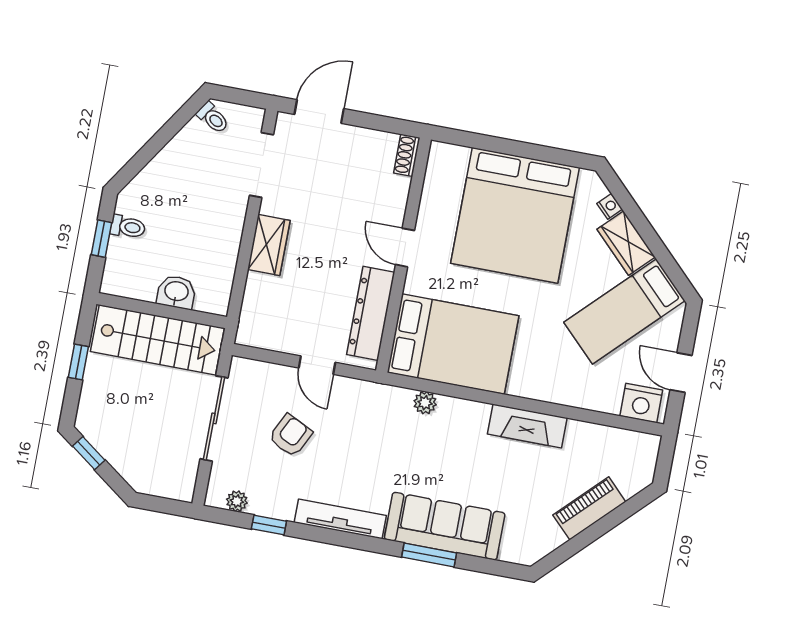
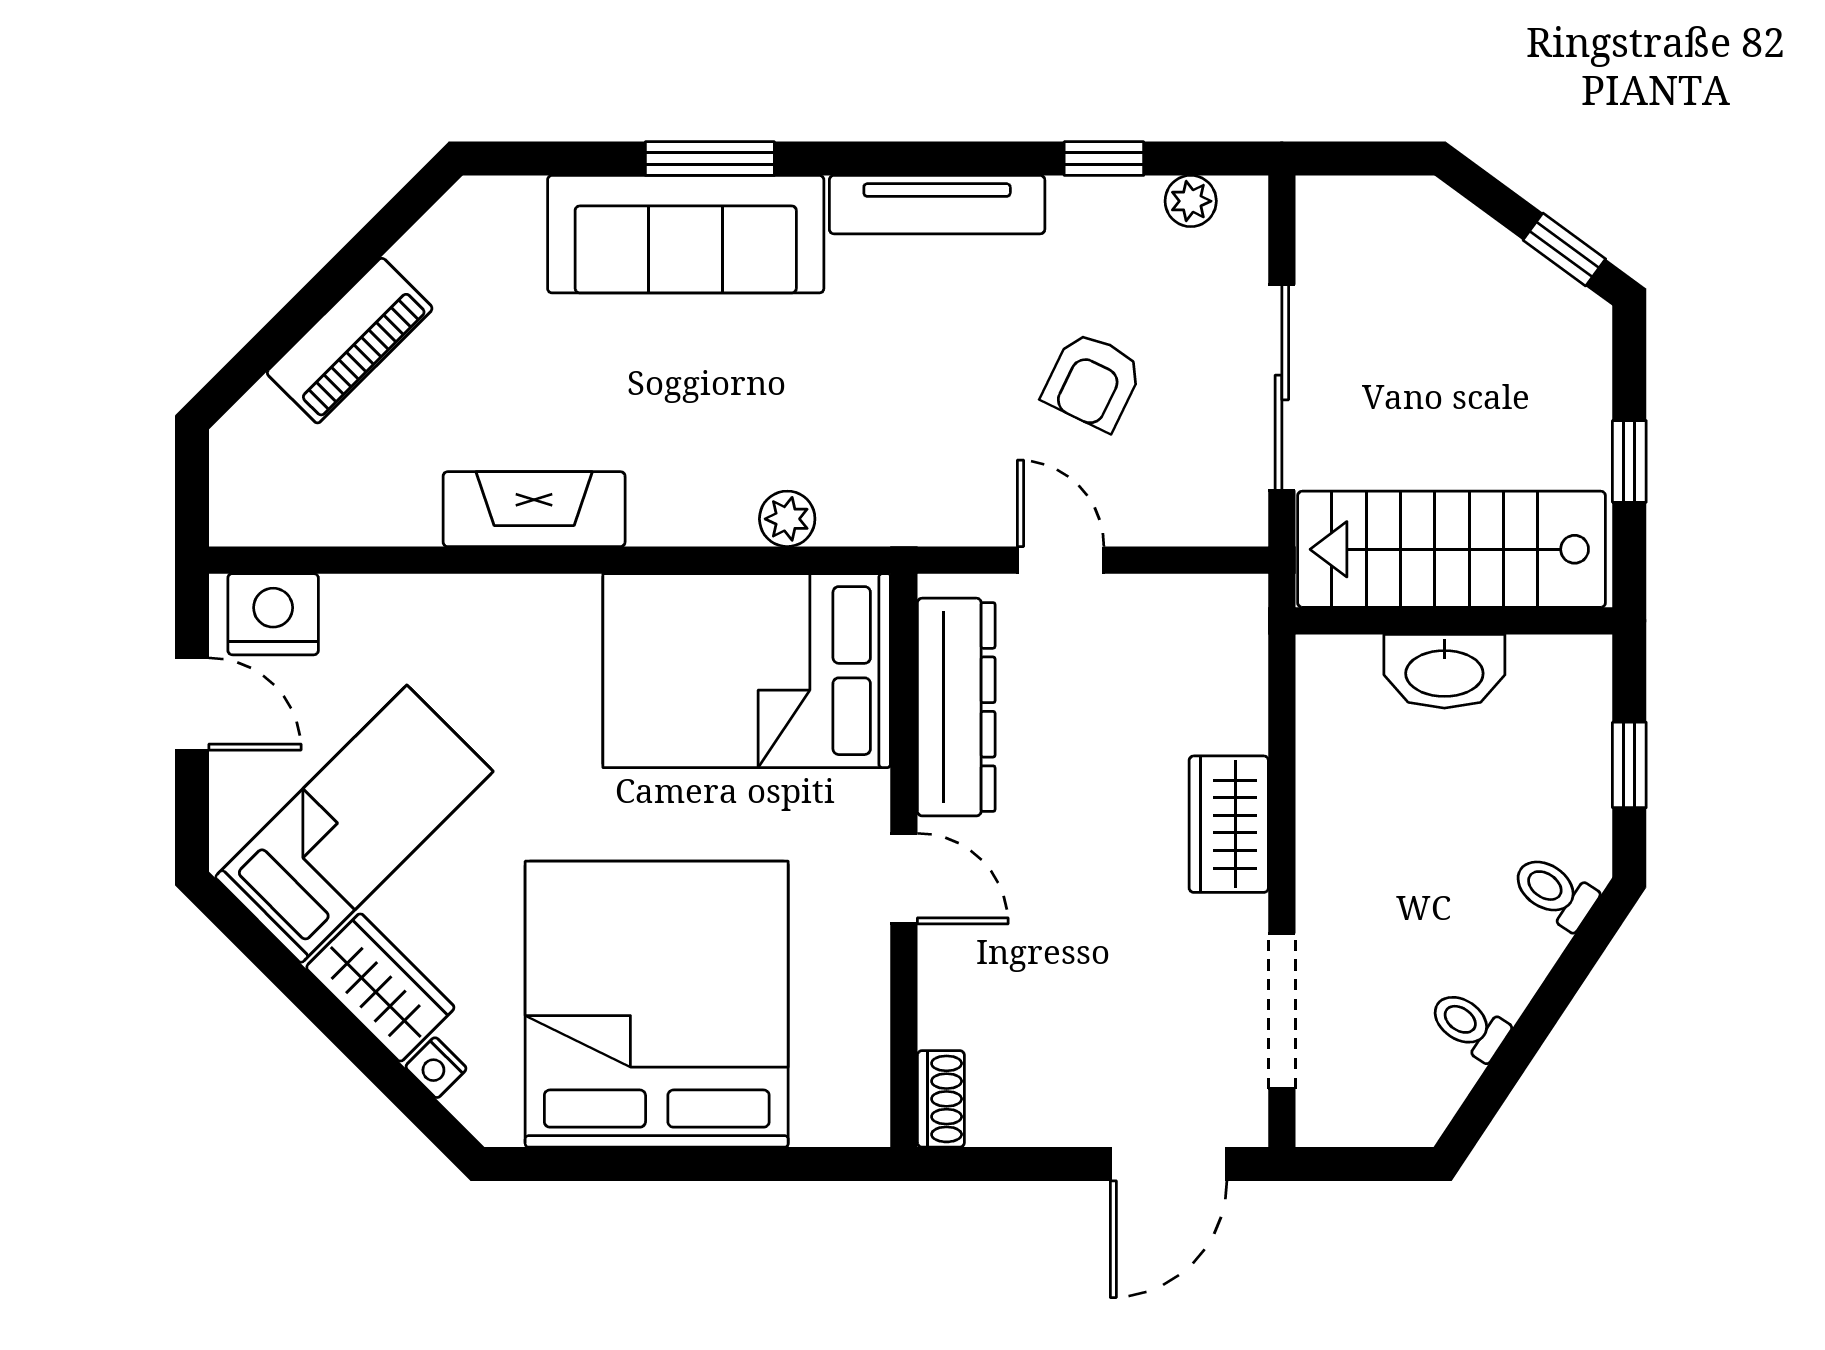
toilet: (213, 118) -> (1469, 1025), moved
toilet: (128, 227) -> (1554, 892), moved, turned 34
washbasin: (176, 292) -> (1444, 671), width x1.38

